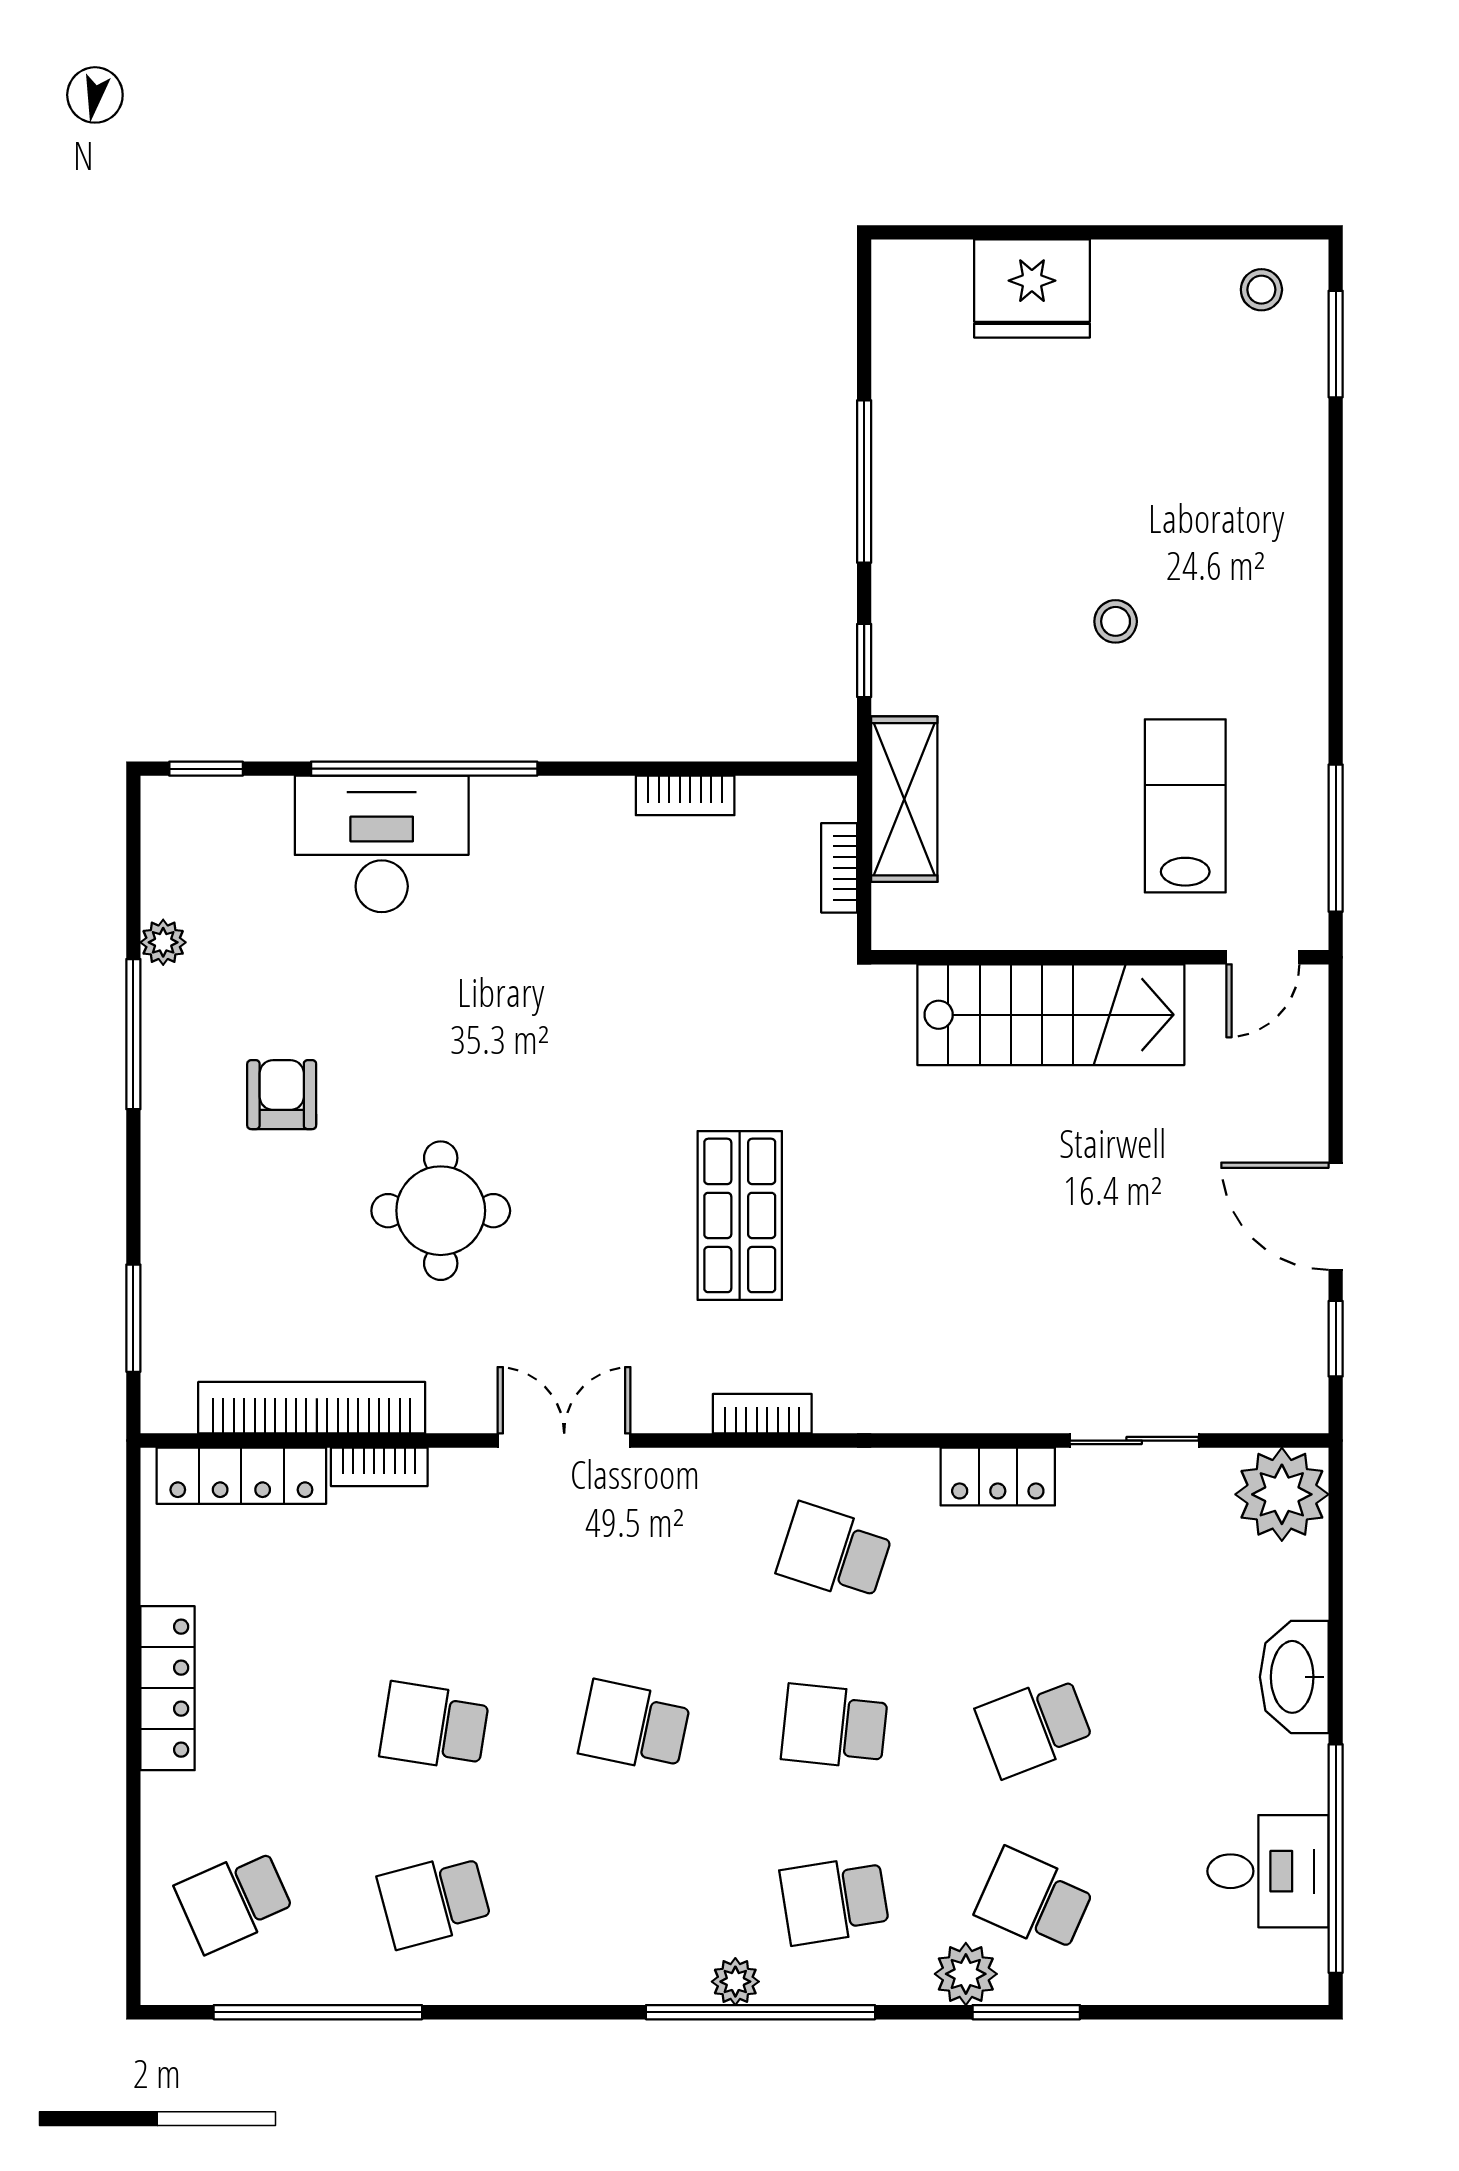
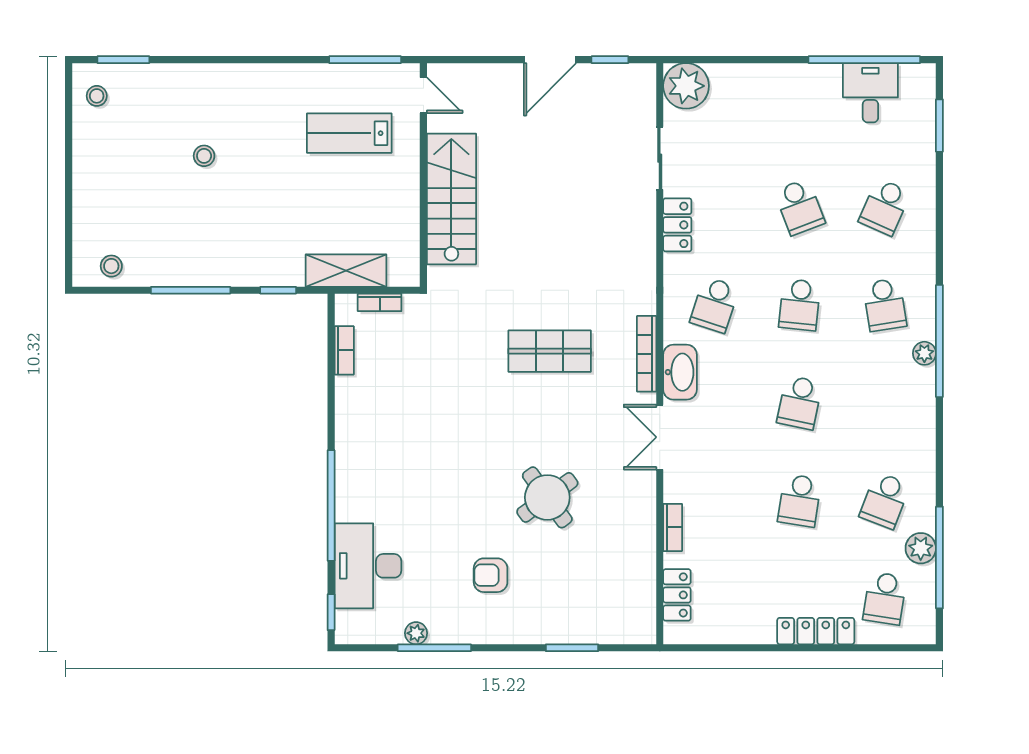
fridge: (1032, 288) -> (96, 208), removed
stool: (914, 320) -> (111, 266), added
stool: (1116, 621) -> (204, 156), moved
bookcase: (685, 795) -> (344, 350), moved
desk: (382, 844) -> (368, 566), moved
window: (133, 1034) -> (434, 648), moved
round table: (441, 1211) -> (547, 497), turned -36
window: (133, 1318) -> (572, 648), moved
bookcase: (312, 1408) -> (644, 561), removed
bookcase: (762, 1414) -> (647, 354), width x1.56
locker: (241, 1476) -> (677, 595), width x0.66
washbasin: (1294, 1677) -> (680, 372), moved, turned -90
locker: (168, 1688) -> (816, 631), moved
school desk: (234, 1900) -> (885, 598), turned 33
school desk: (434, 1900) -> (885, 500), turned 36
plant: (966, 1974) -> (921, 548), moved
window: (1026, 2012) -> (939, 126), moved

